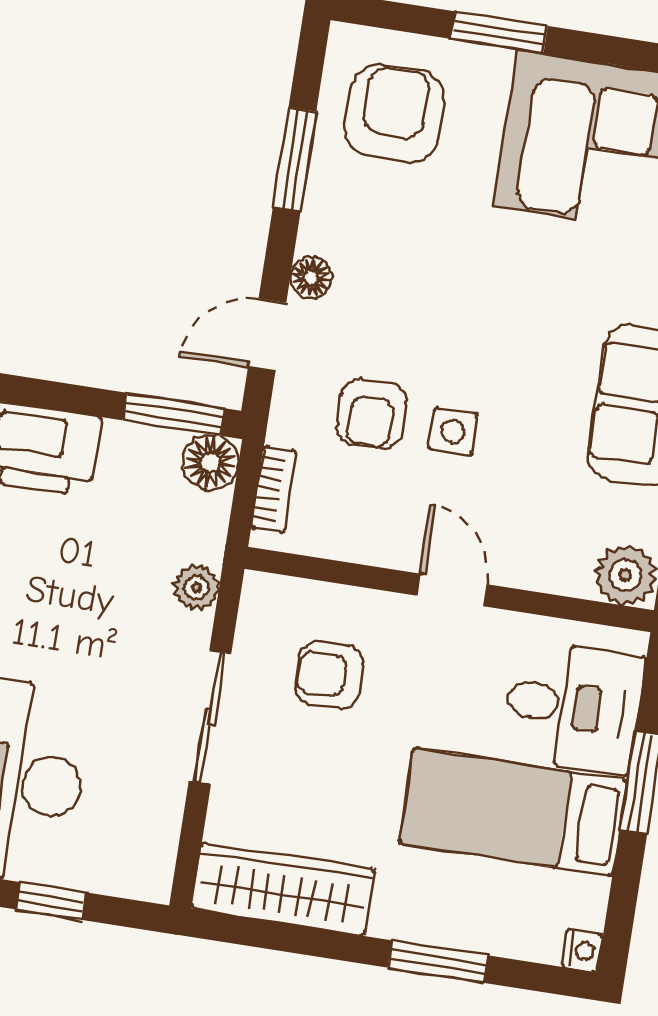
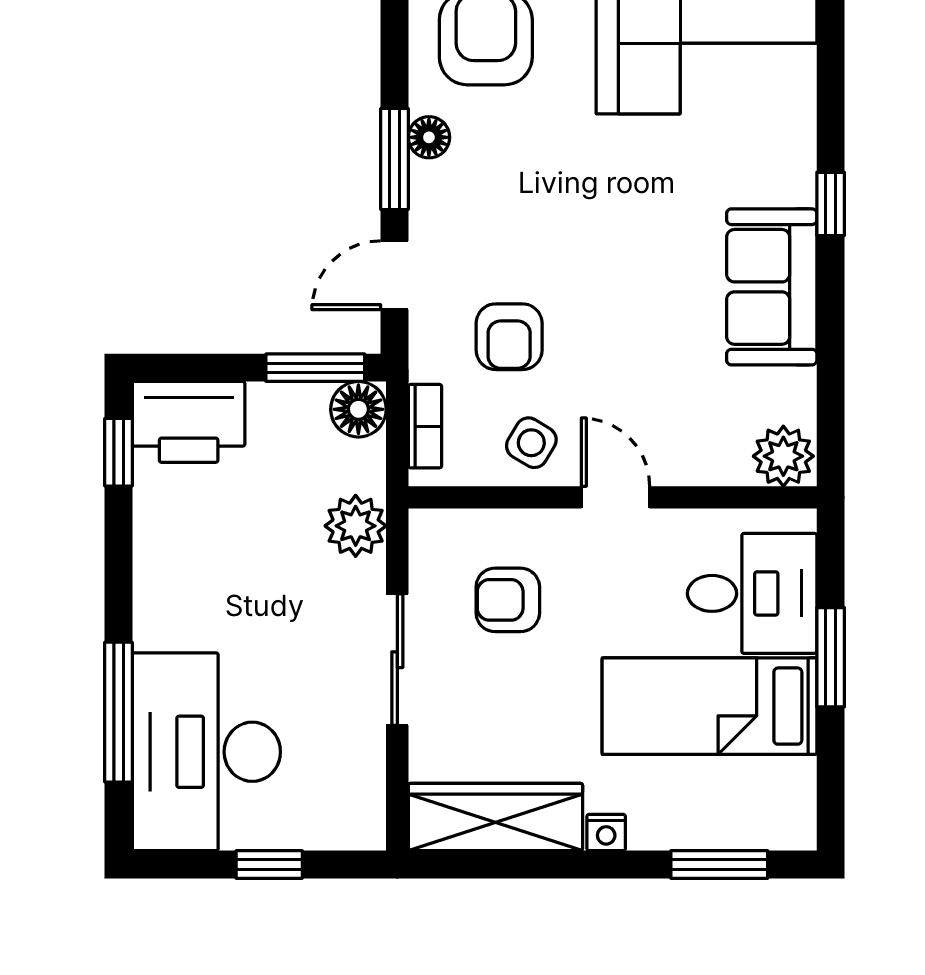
window: (295, 160) -> (395, 159), moved
floor lamp: (311, 278) -> (429, 137), moved
side table: (453, 431) -> (531, 443), moved, turned 31
plant: (196, 587) -> (356, 526), width x1.38, depth x1.38
nightstand: (582, 950) -> (606, 833), moved, turned 90
window: (438, 962) -> (719, 864), moved

